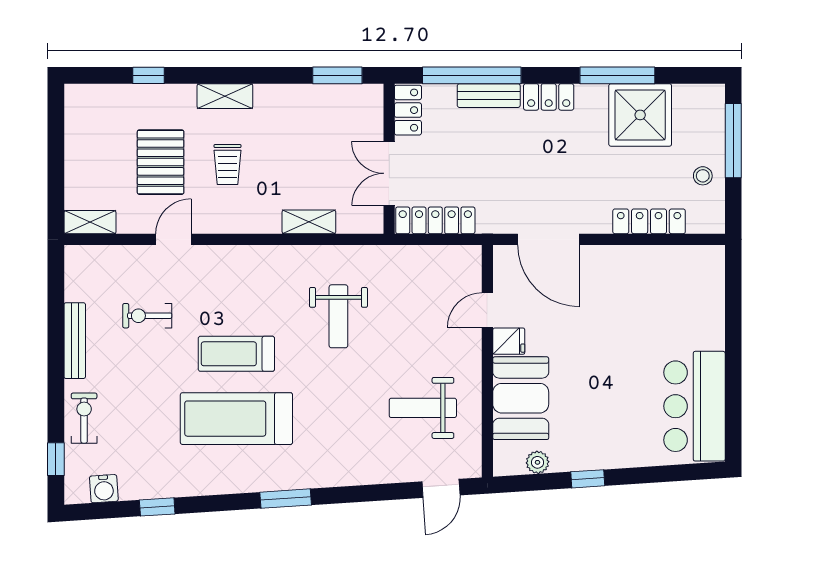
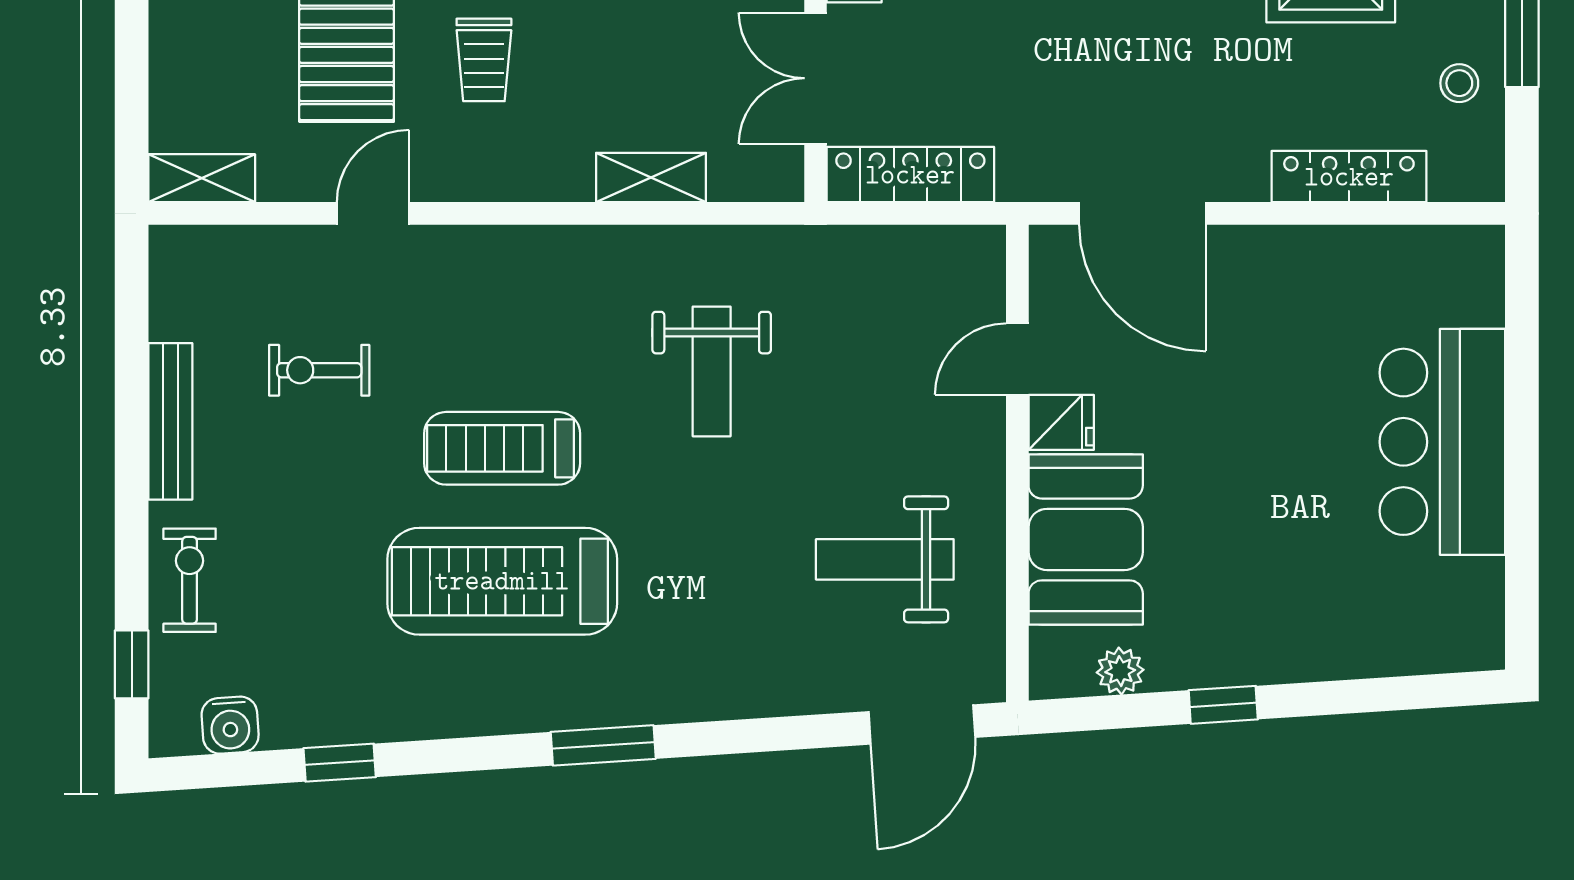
bar counter: (694, 406) -> (1442, 442), moved
door: (441, 488) -> (922, 725), width x1.38

